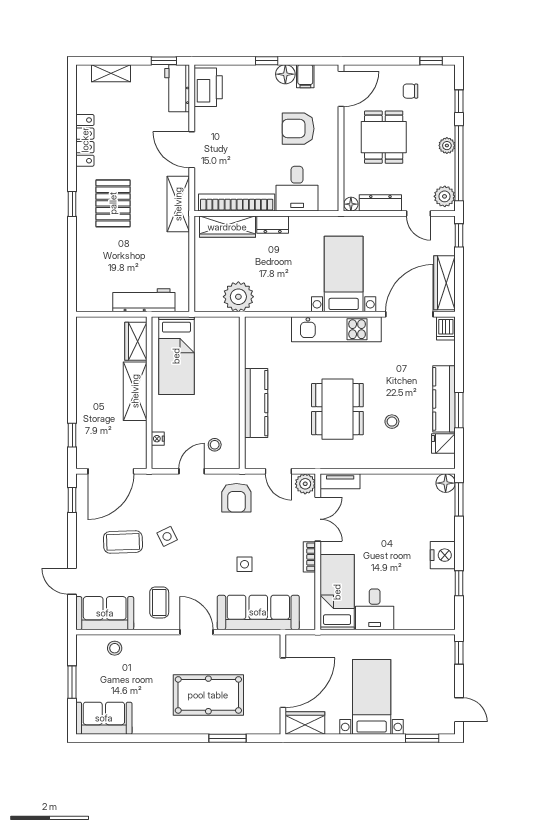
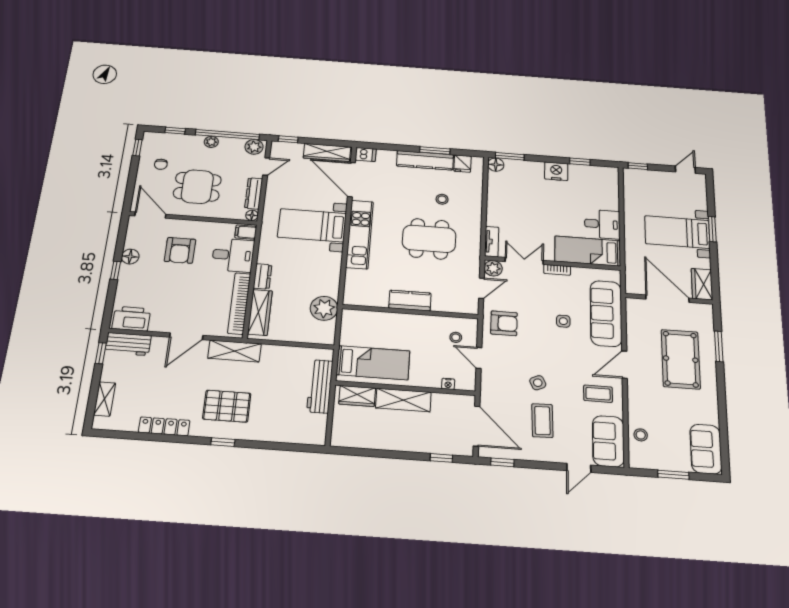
filing cabinet: (305, 76) -> (246, 232), moved, turned 180
kitchen counter: (256, 403) -> (410, 301), width x0.67
window: (422, 738) -> (712, 229), moved

